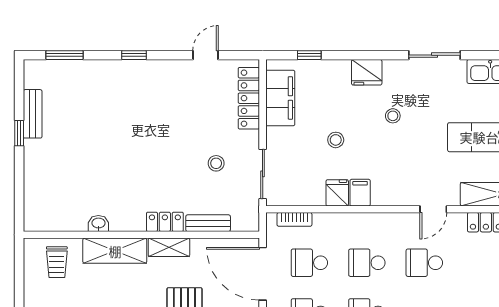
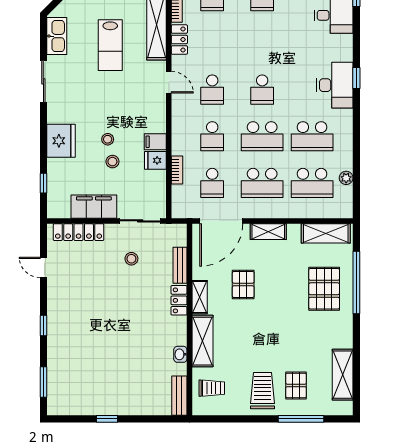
fridge: (367, 72) -> (61, 141), width x1.36, depth x1.34
filing cabinet: (280, 98) -> (94, 207), moved
bench: (33, 114) -> (179, 396), moved, turned 90
stool: (393, 116) -> (108, 139), moved
bookcase: (294, 219) -> (177, 170), moved

